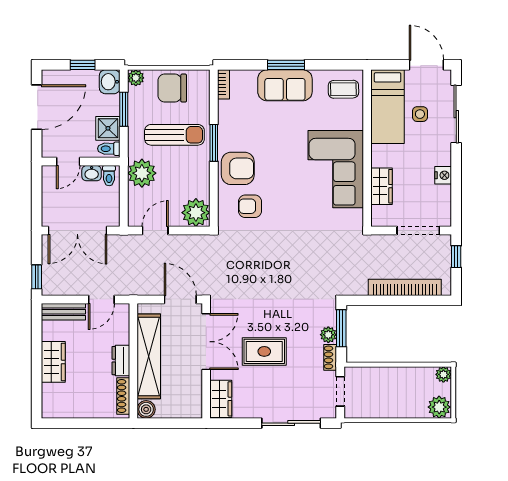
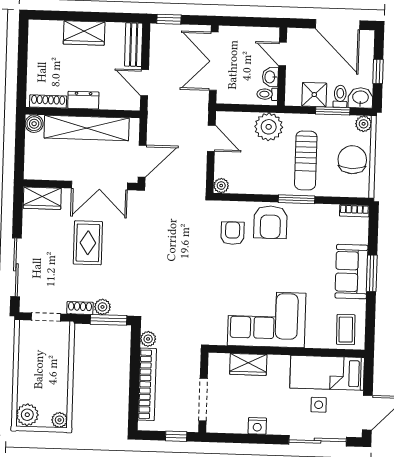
toilet: (109, 149) -> (340, 96), moved
plant: (196, 213) -> (221, 186), width x0.53, depth x0.53
plant: (359, 288) -> (148, 339), added

